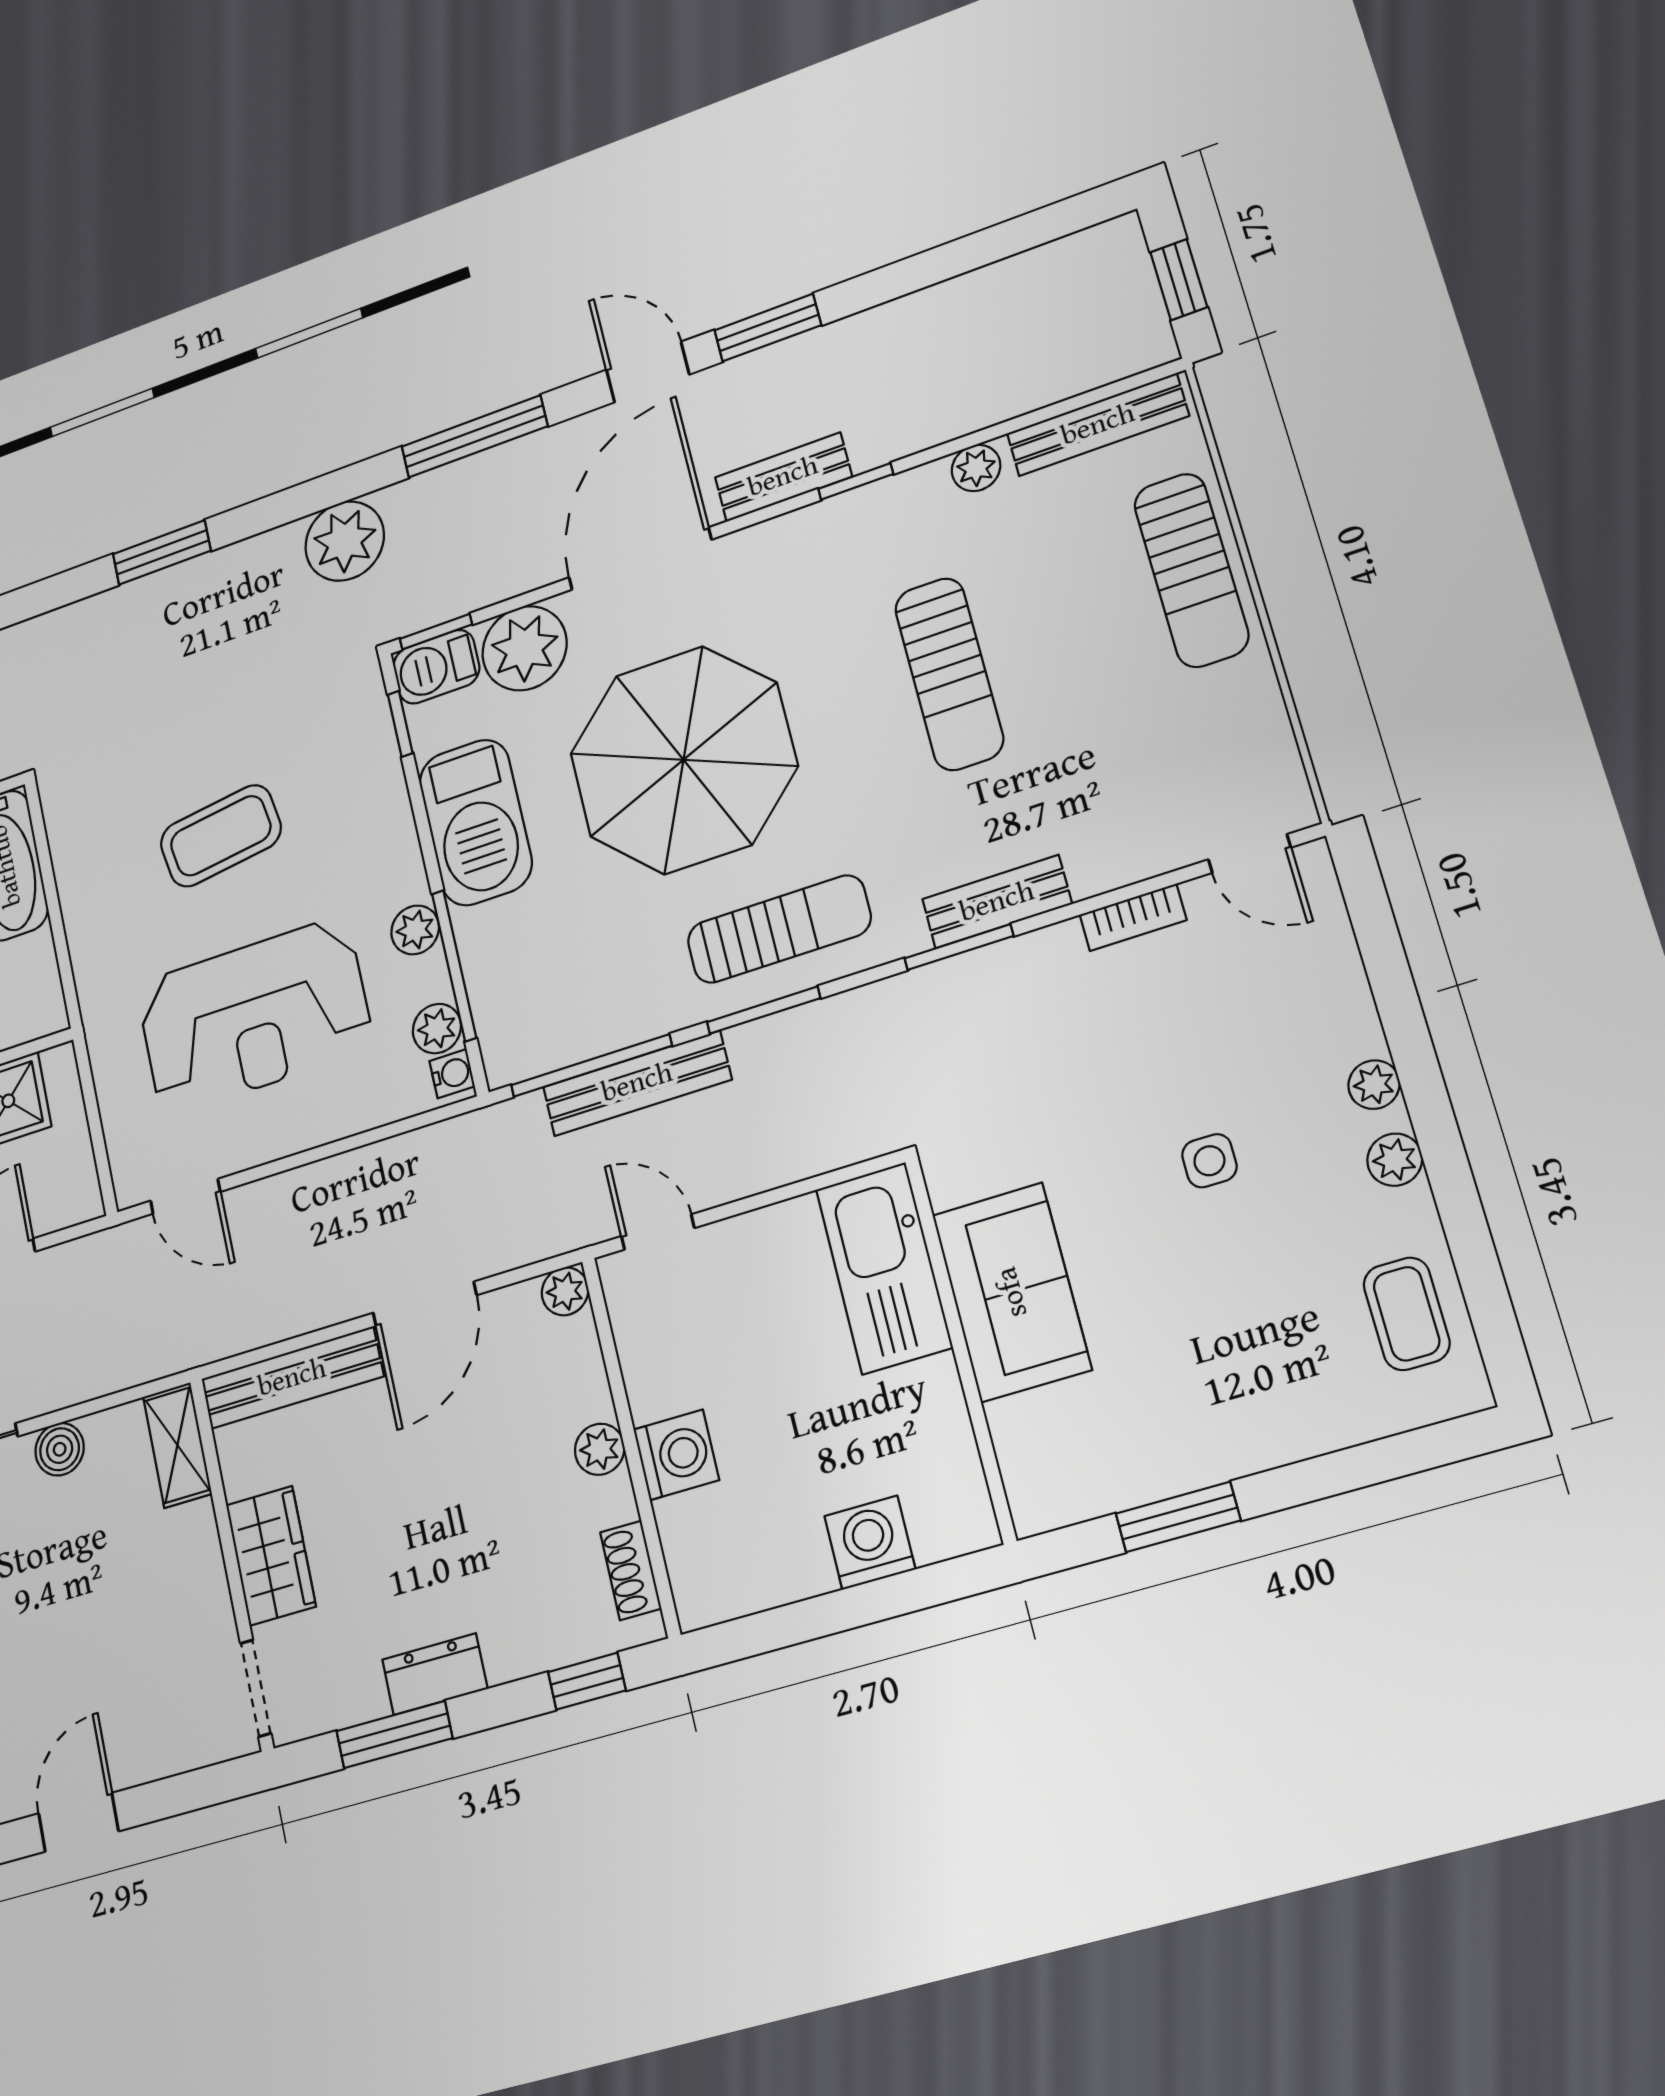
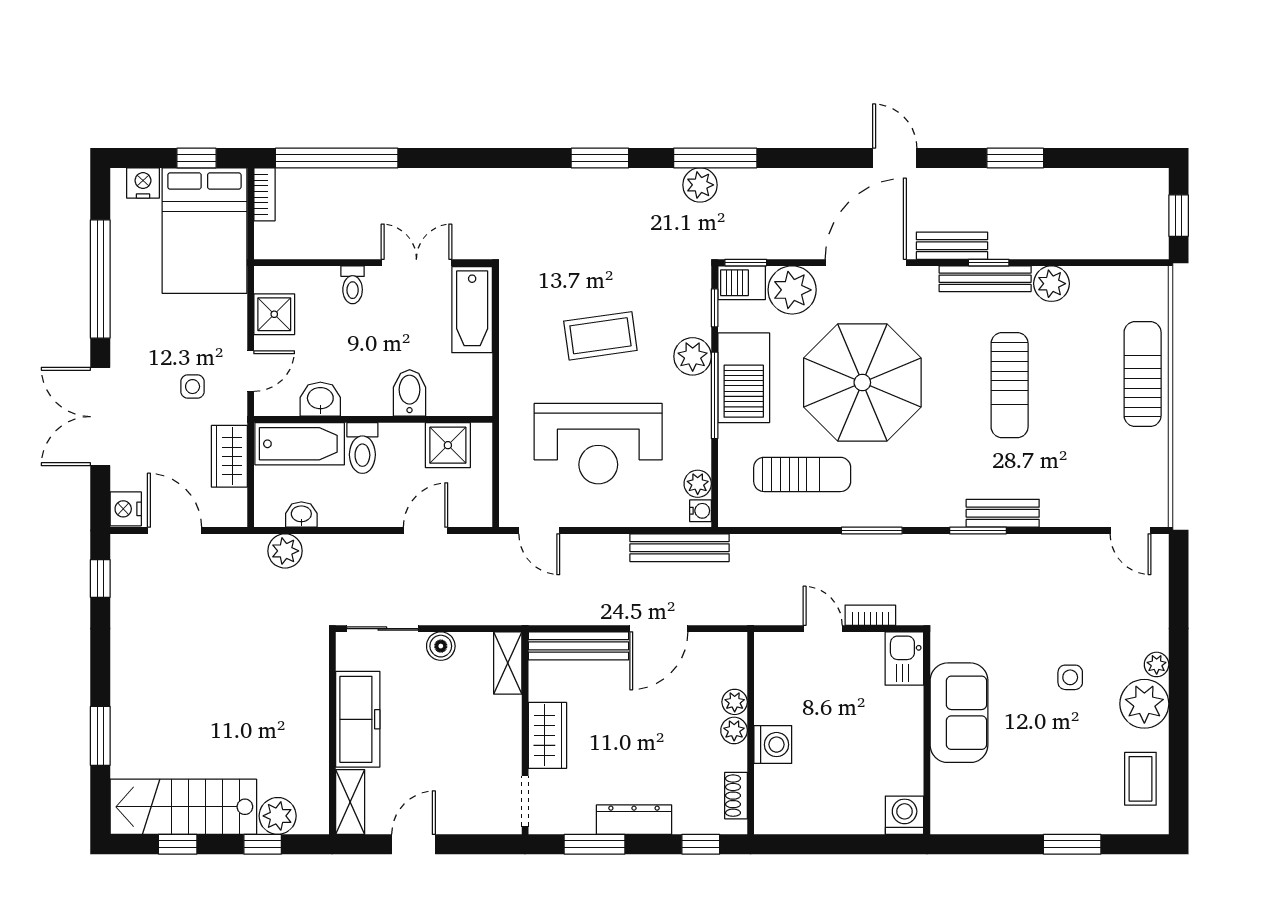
window: (768, 328) -> (1015, 158), moved
bench: (1098, 425) -> (985, 279), moved
window: (474, 436) -> (715, 158), moved
plant: (976, 468) -> (1051, 284), width x1.38, depth x1.38
plant: (345, 541) -> (700, 185), width x0.73, depth x0.73
sun lounger: (1191, 570) -> (1143, 374), turned 180
bookcase: (1133, 917) -> (870, 615), moved, turned 180
sun lounger: (779, 929) -> (802, 474), moved
plant: (415, 930) -> (693, 356), moved, width x1.38, depth x1.38
window: (454, 966) -> (715, 395), moved
window: (591, 1066) -> (776, 531), removed
bench: (637, 1083) -> (680, 548), moved
plant: (1395, 1160) -> (1144, 704), width x1.87, depth x1.87
door: (658, 1232) -> (823, 629), moved
kitchen sink: (884, 1268) -> (904, 658), width x0.53, depth x0.81
plant: (565, 1291) -> (735, 702), moved
window: (1178, 1517) -> (1072, 844), moved
washing machine: (870, 1543) -> (905, 815), moved
dresser: (435, 1674) -> (634, 820), width x1.44

